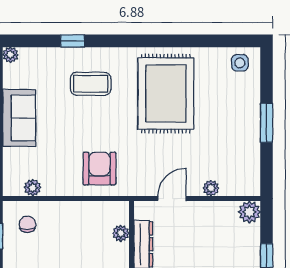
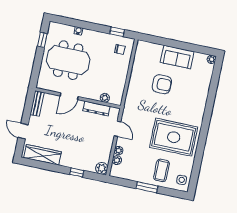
window: (72, 41) -> (212, 94), removed
coffee table: (91, 84) -> (162, 170), moved
armchair: (100, 169) -> (162, 84), moved
plant: (33, 188) -> (117, 160), moved

